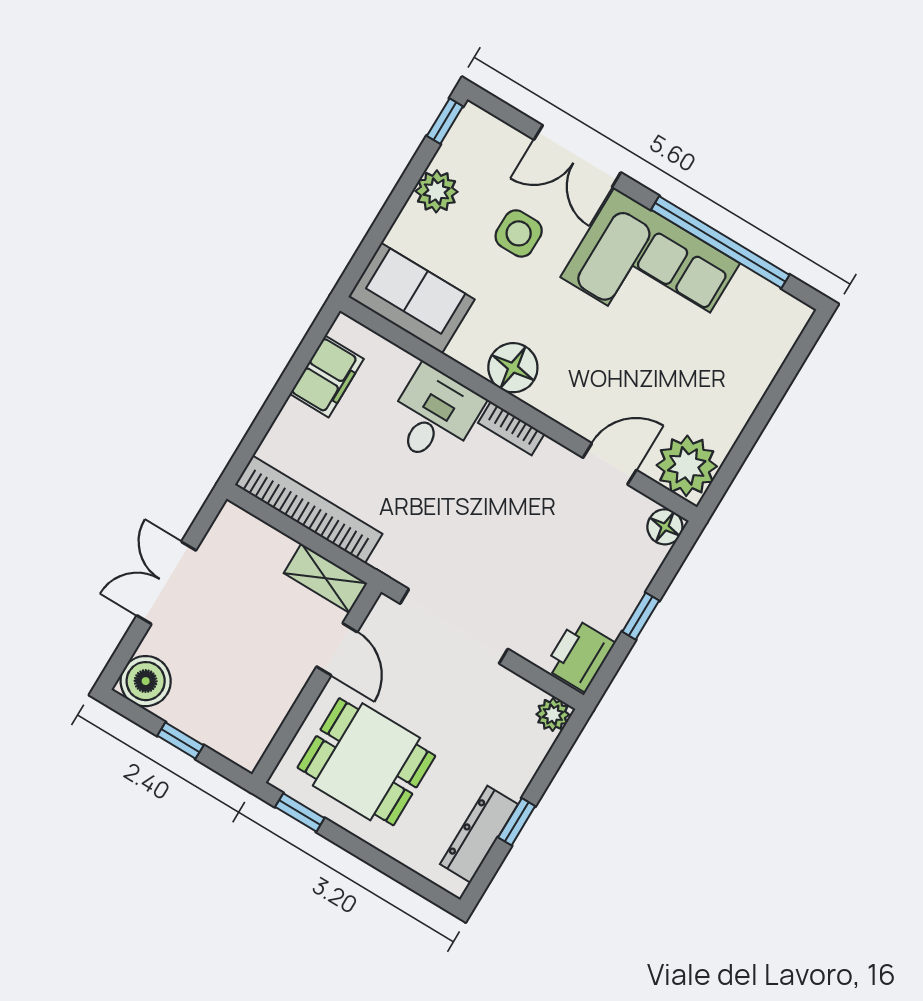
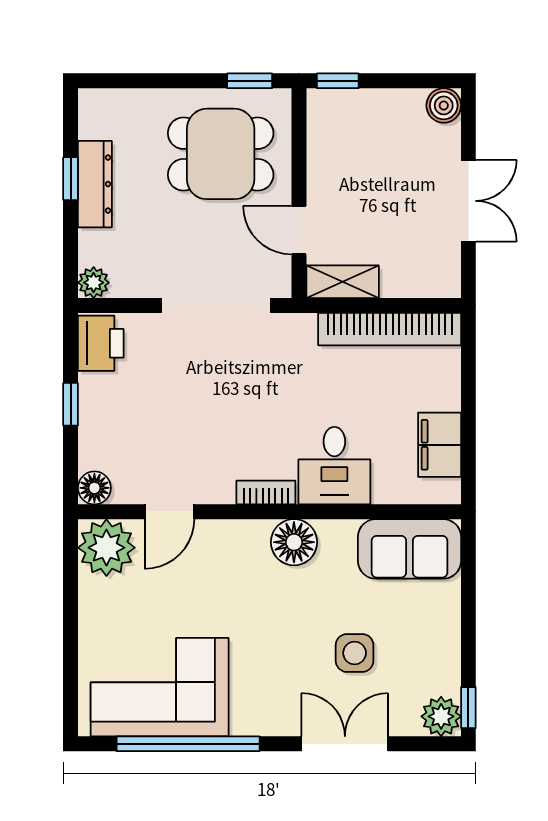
plant: (436, 191) -> (441, 716), moved
corner sofa: (650, 270) -> (160, 687), moved
boiler: (146, 681) -> (444, 105), width x0.73, depth x0.73
window: (180, 741) -> (338, 81), moved
dresser: (479, 834) -> (95, 184), moved

